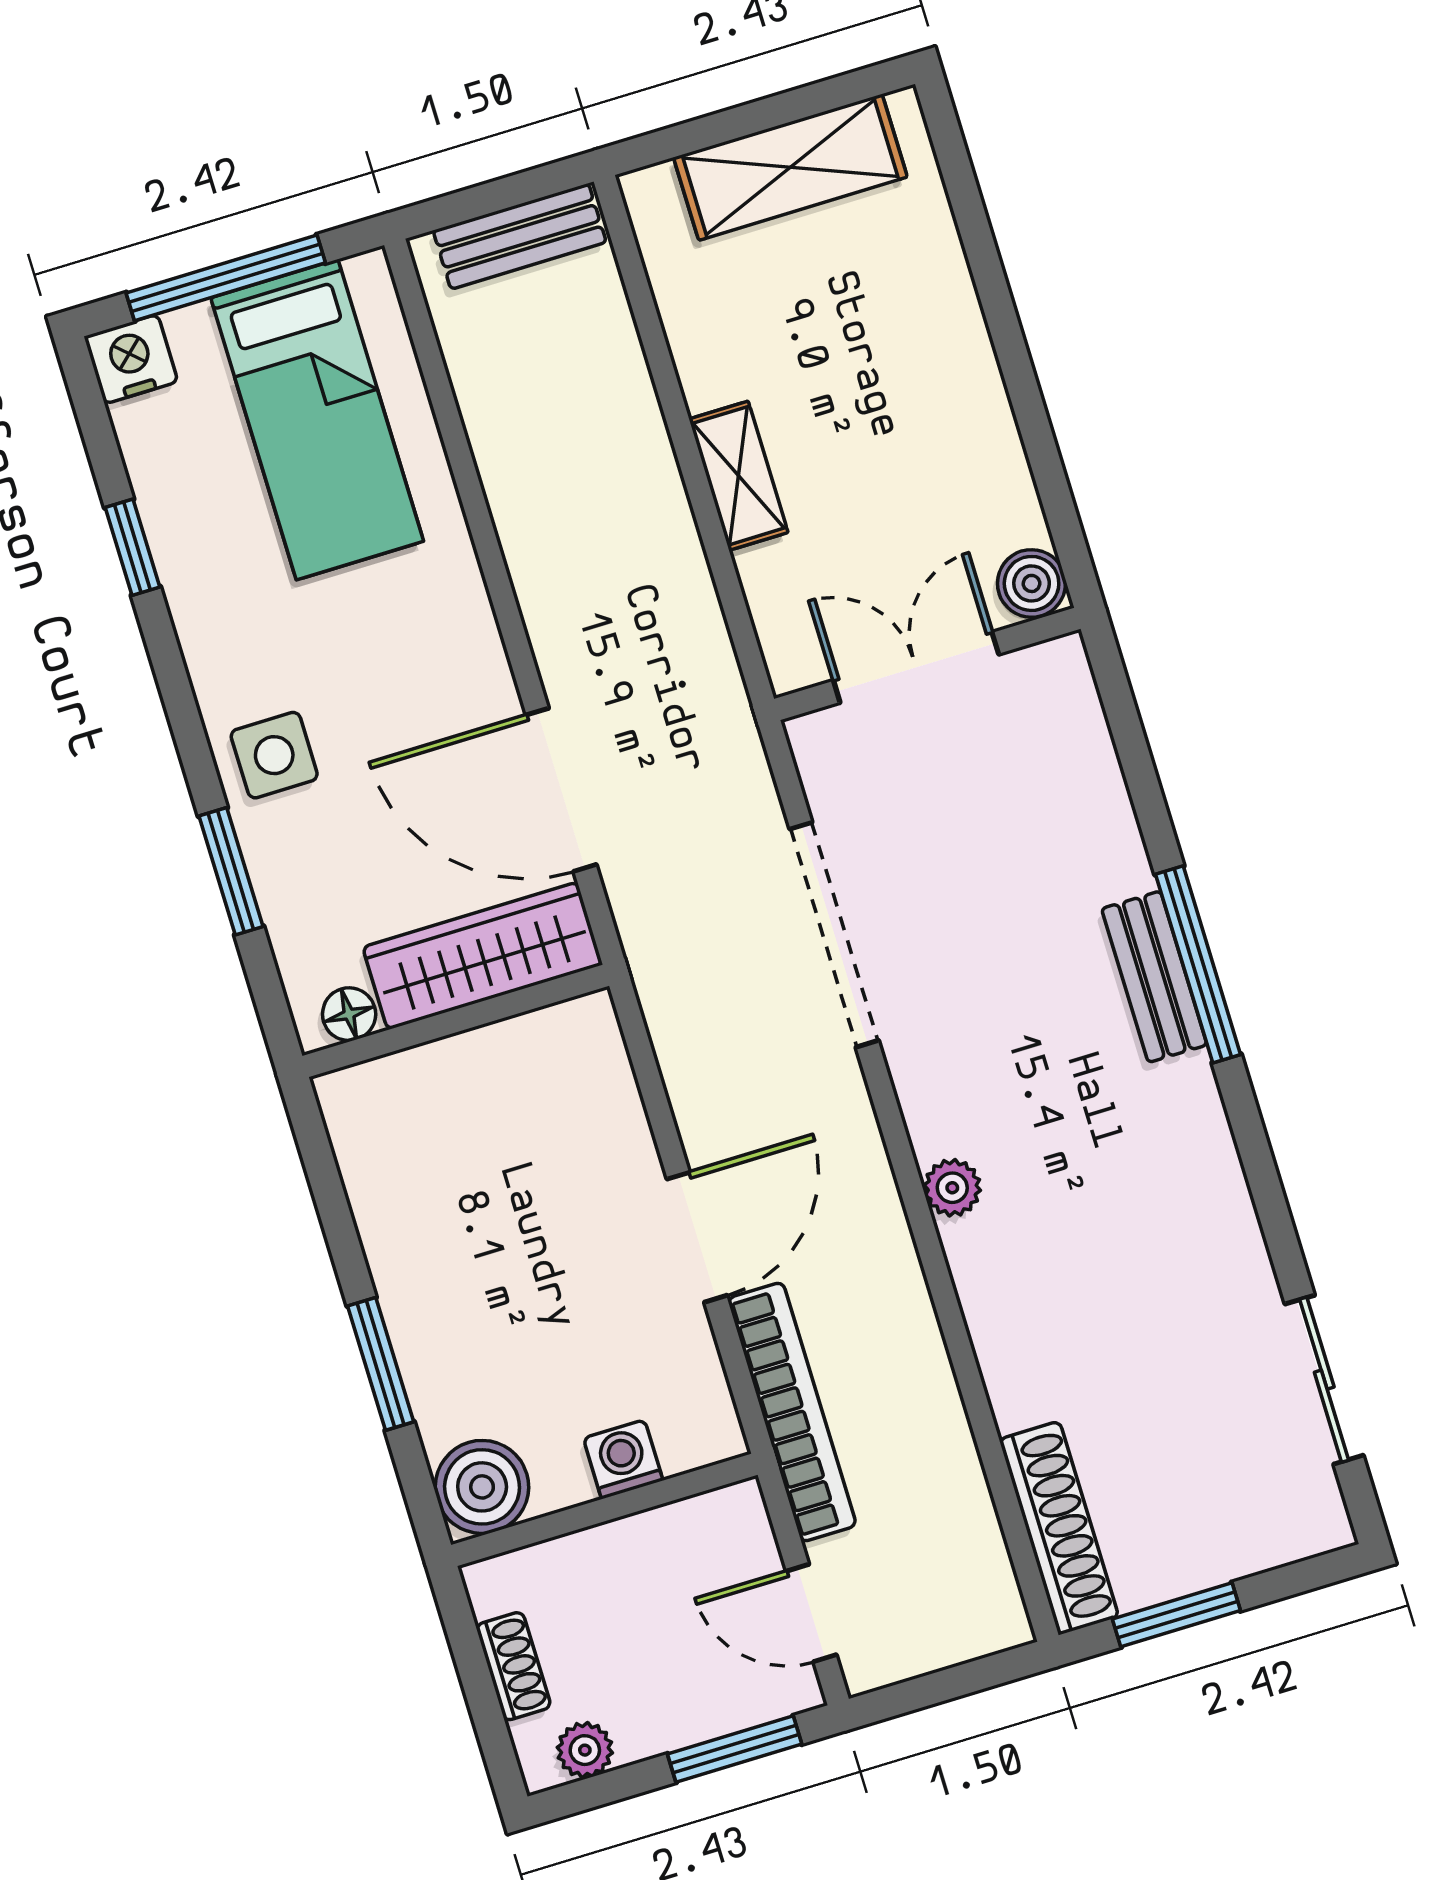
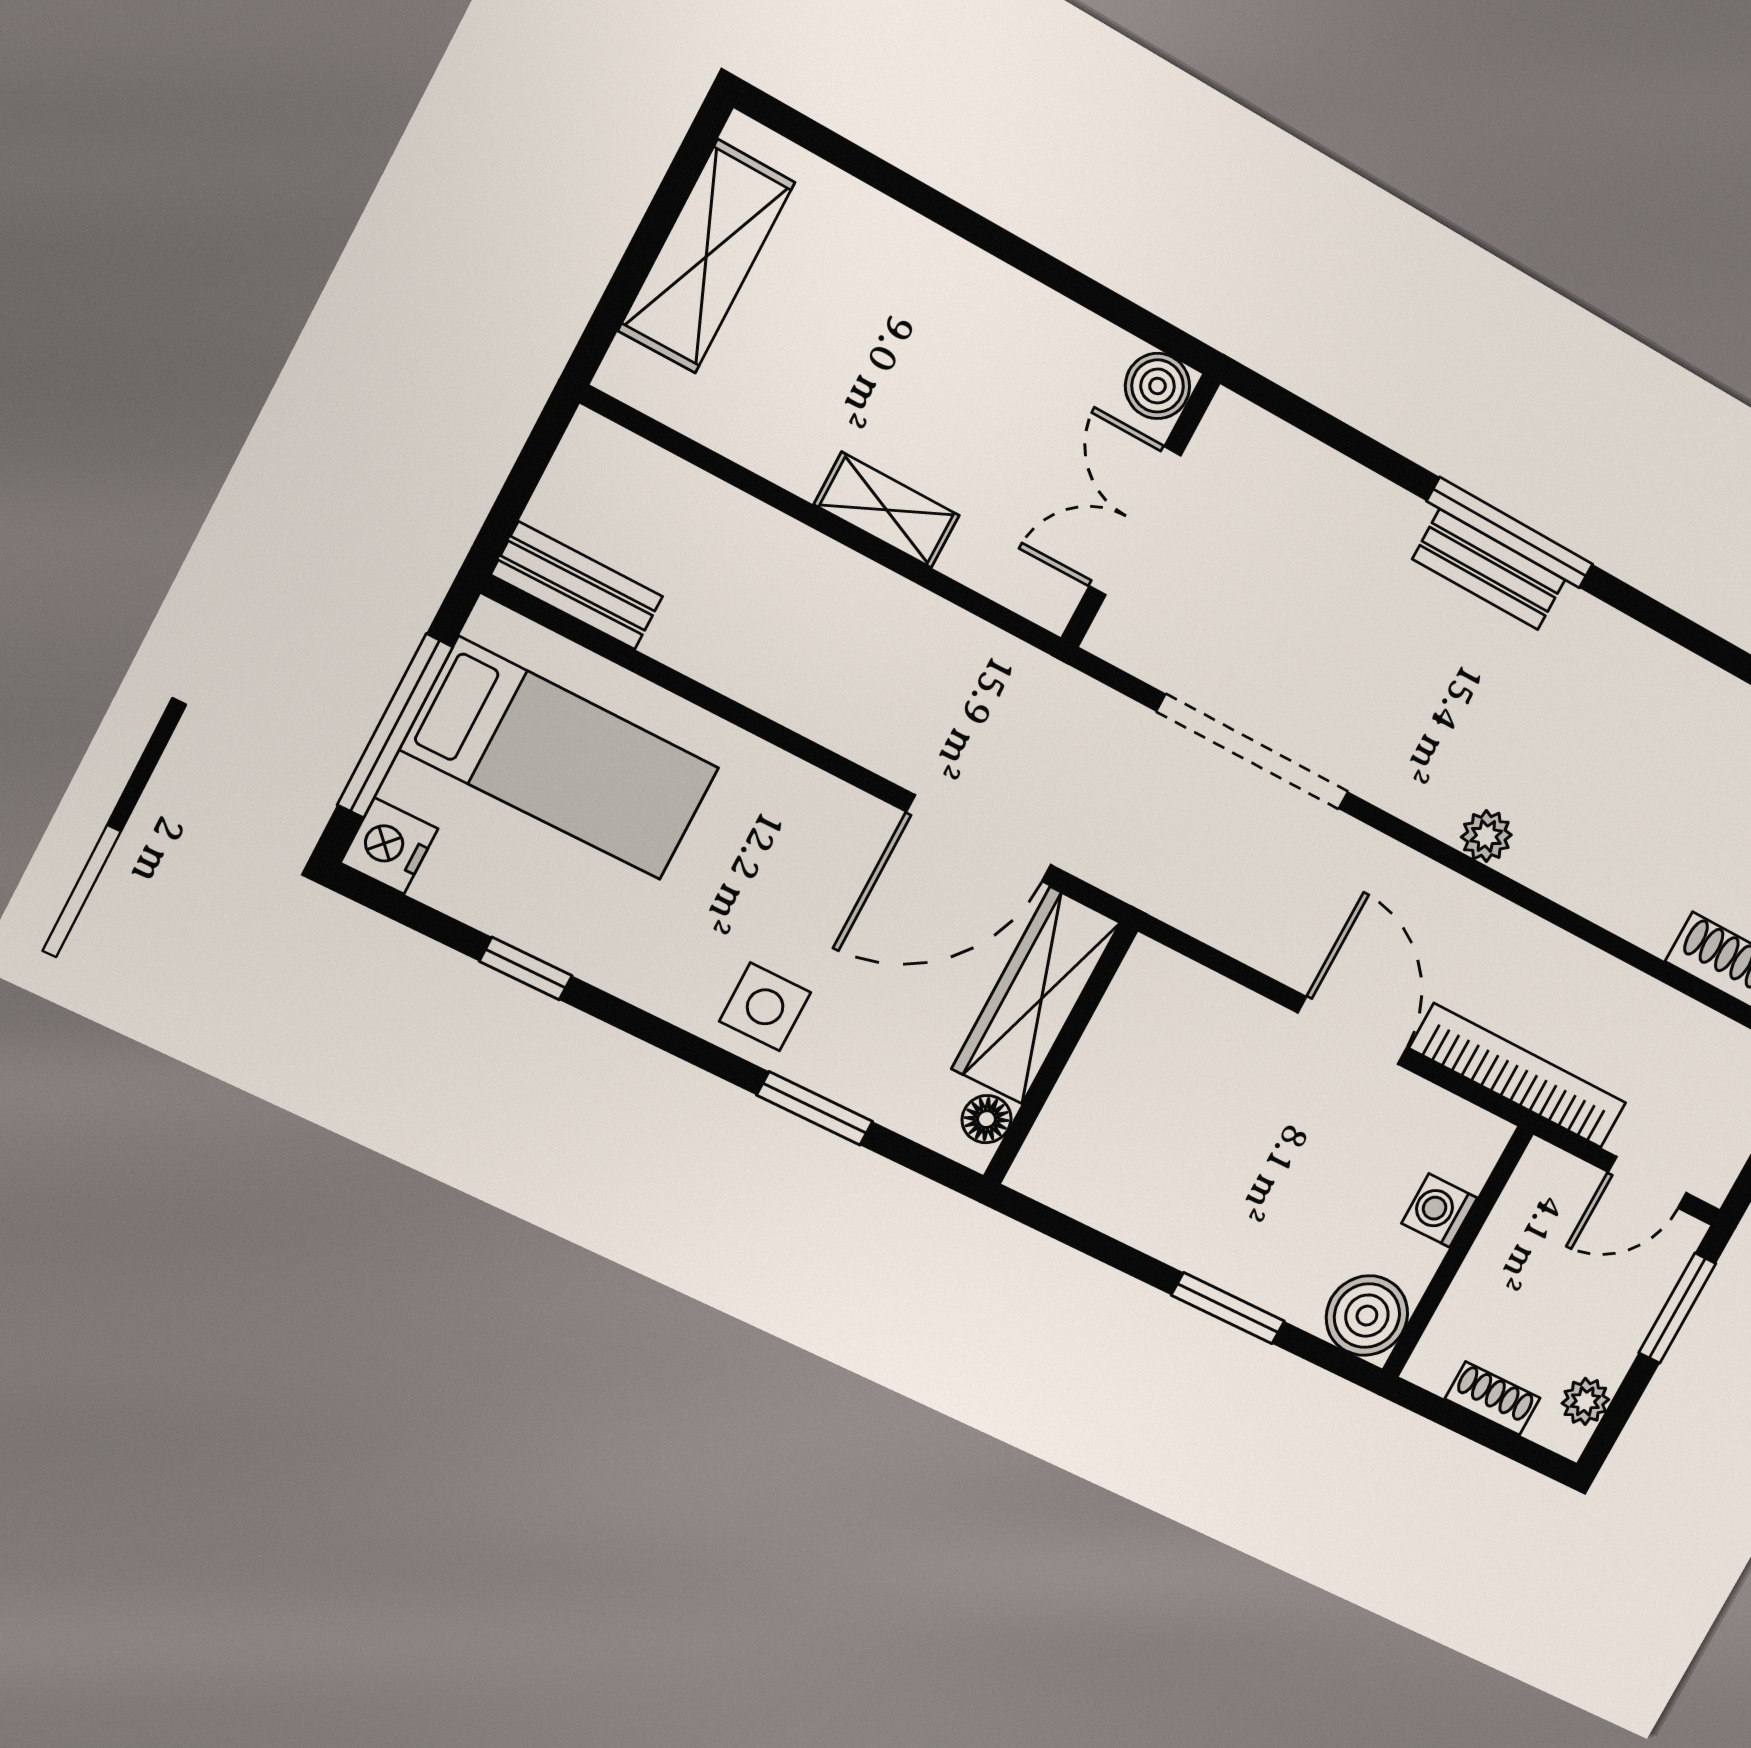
bench: (520, 236) -> (577, 586), moved, turned 90

